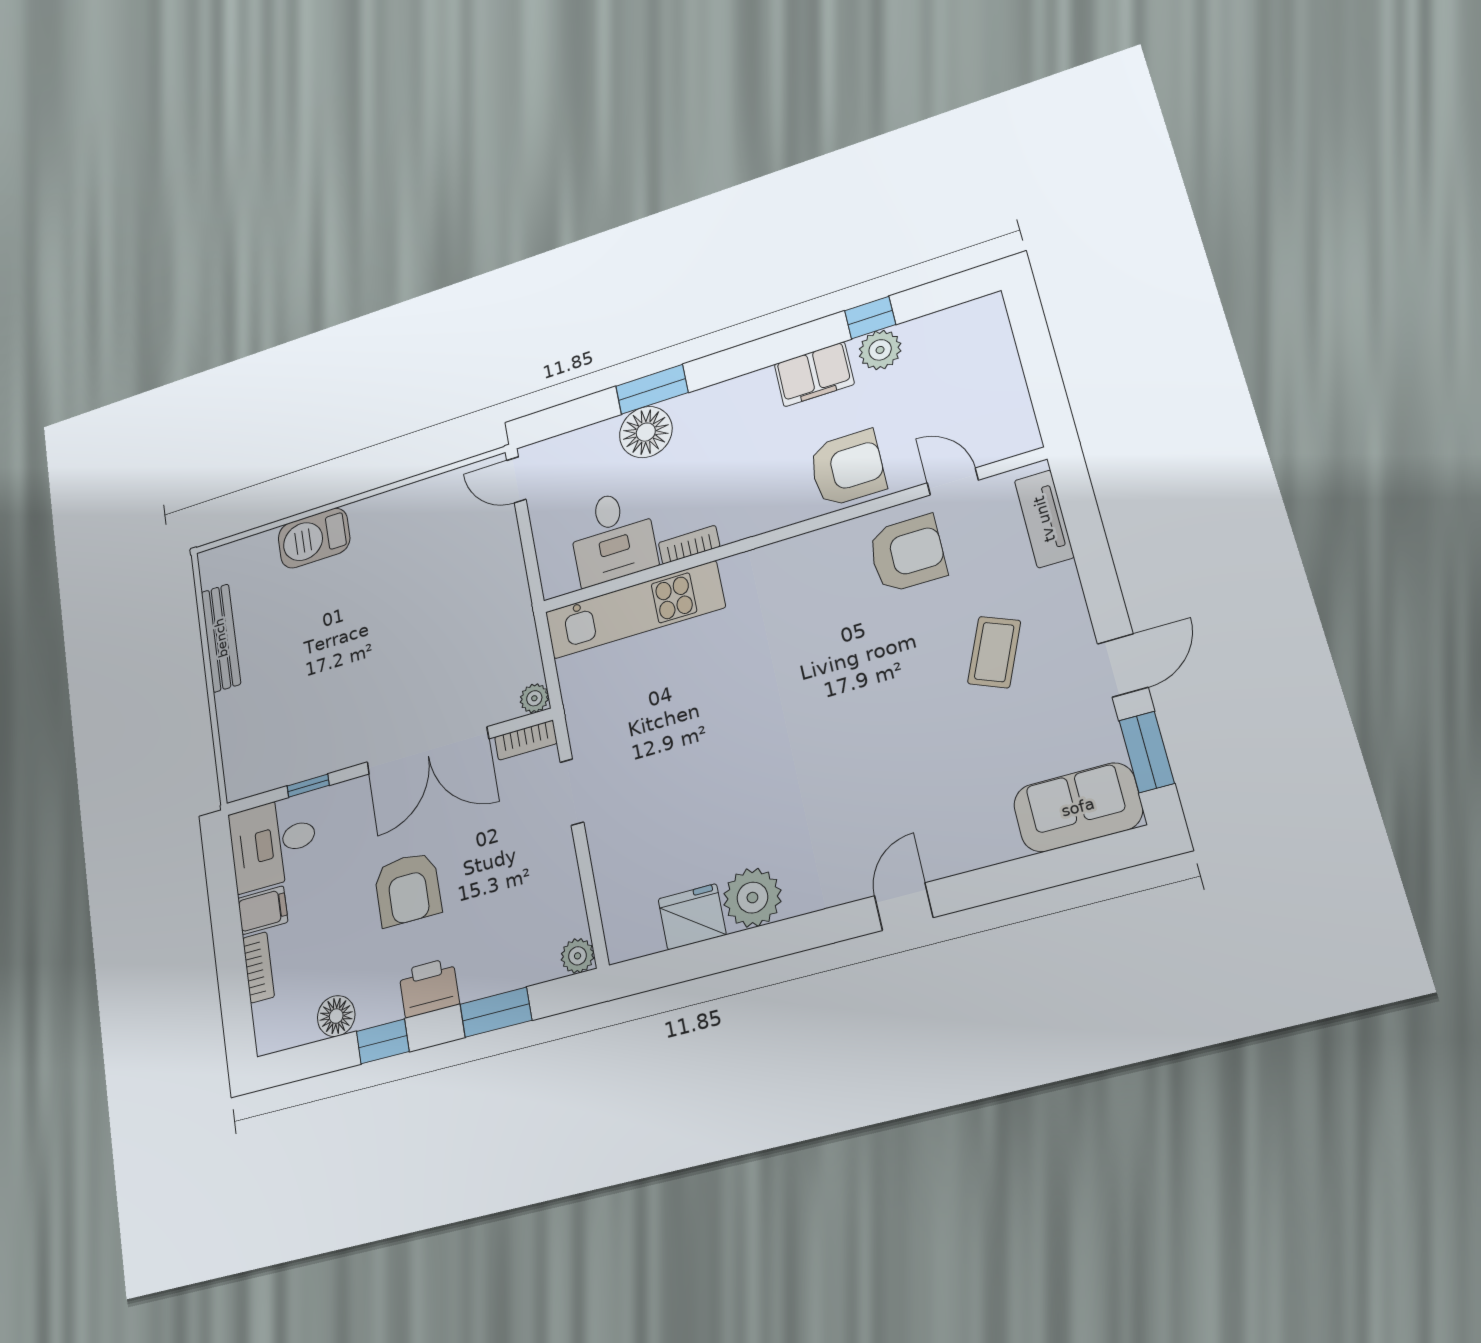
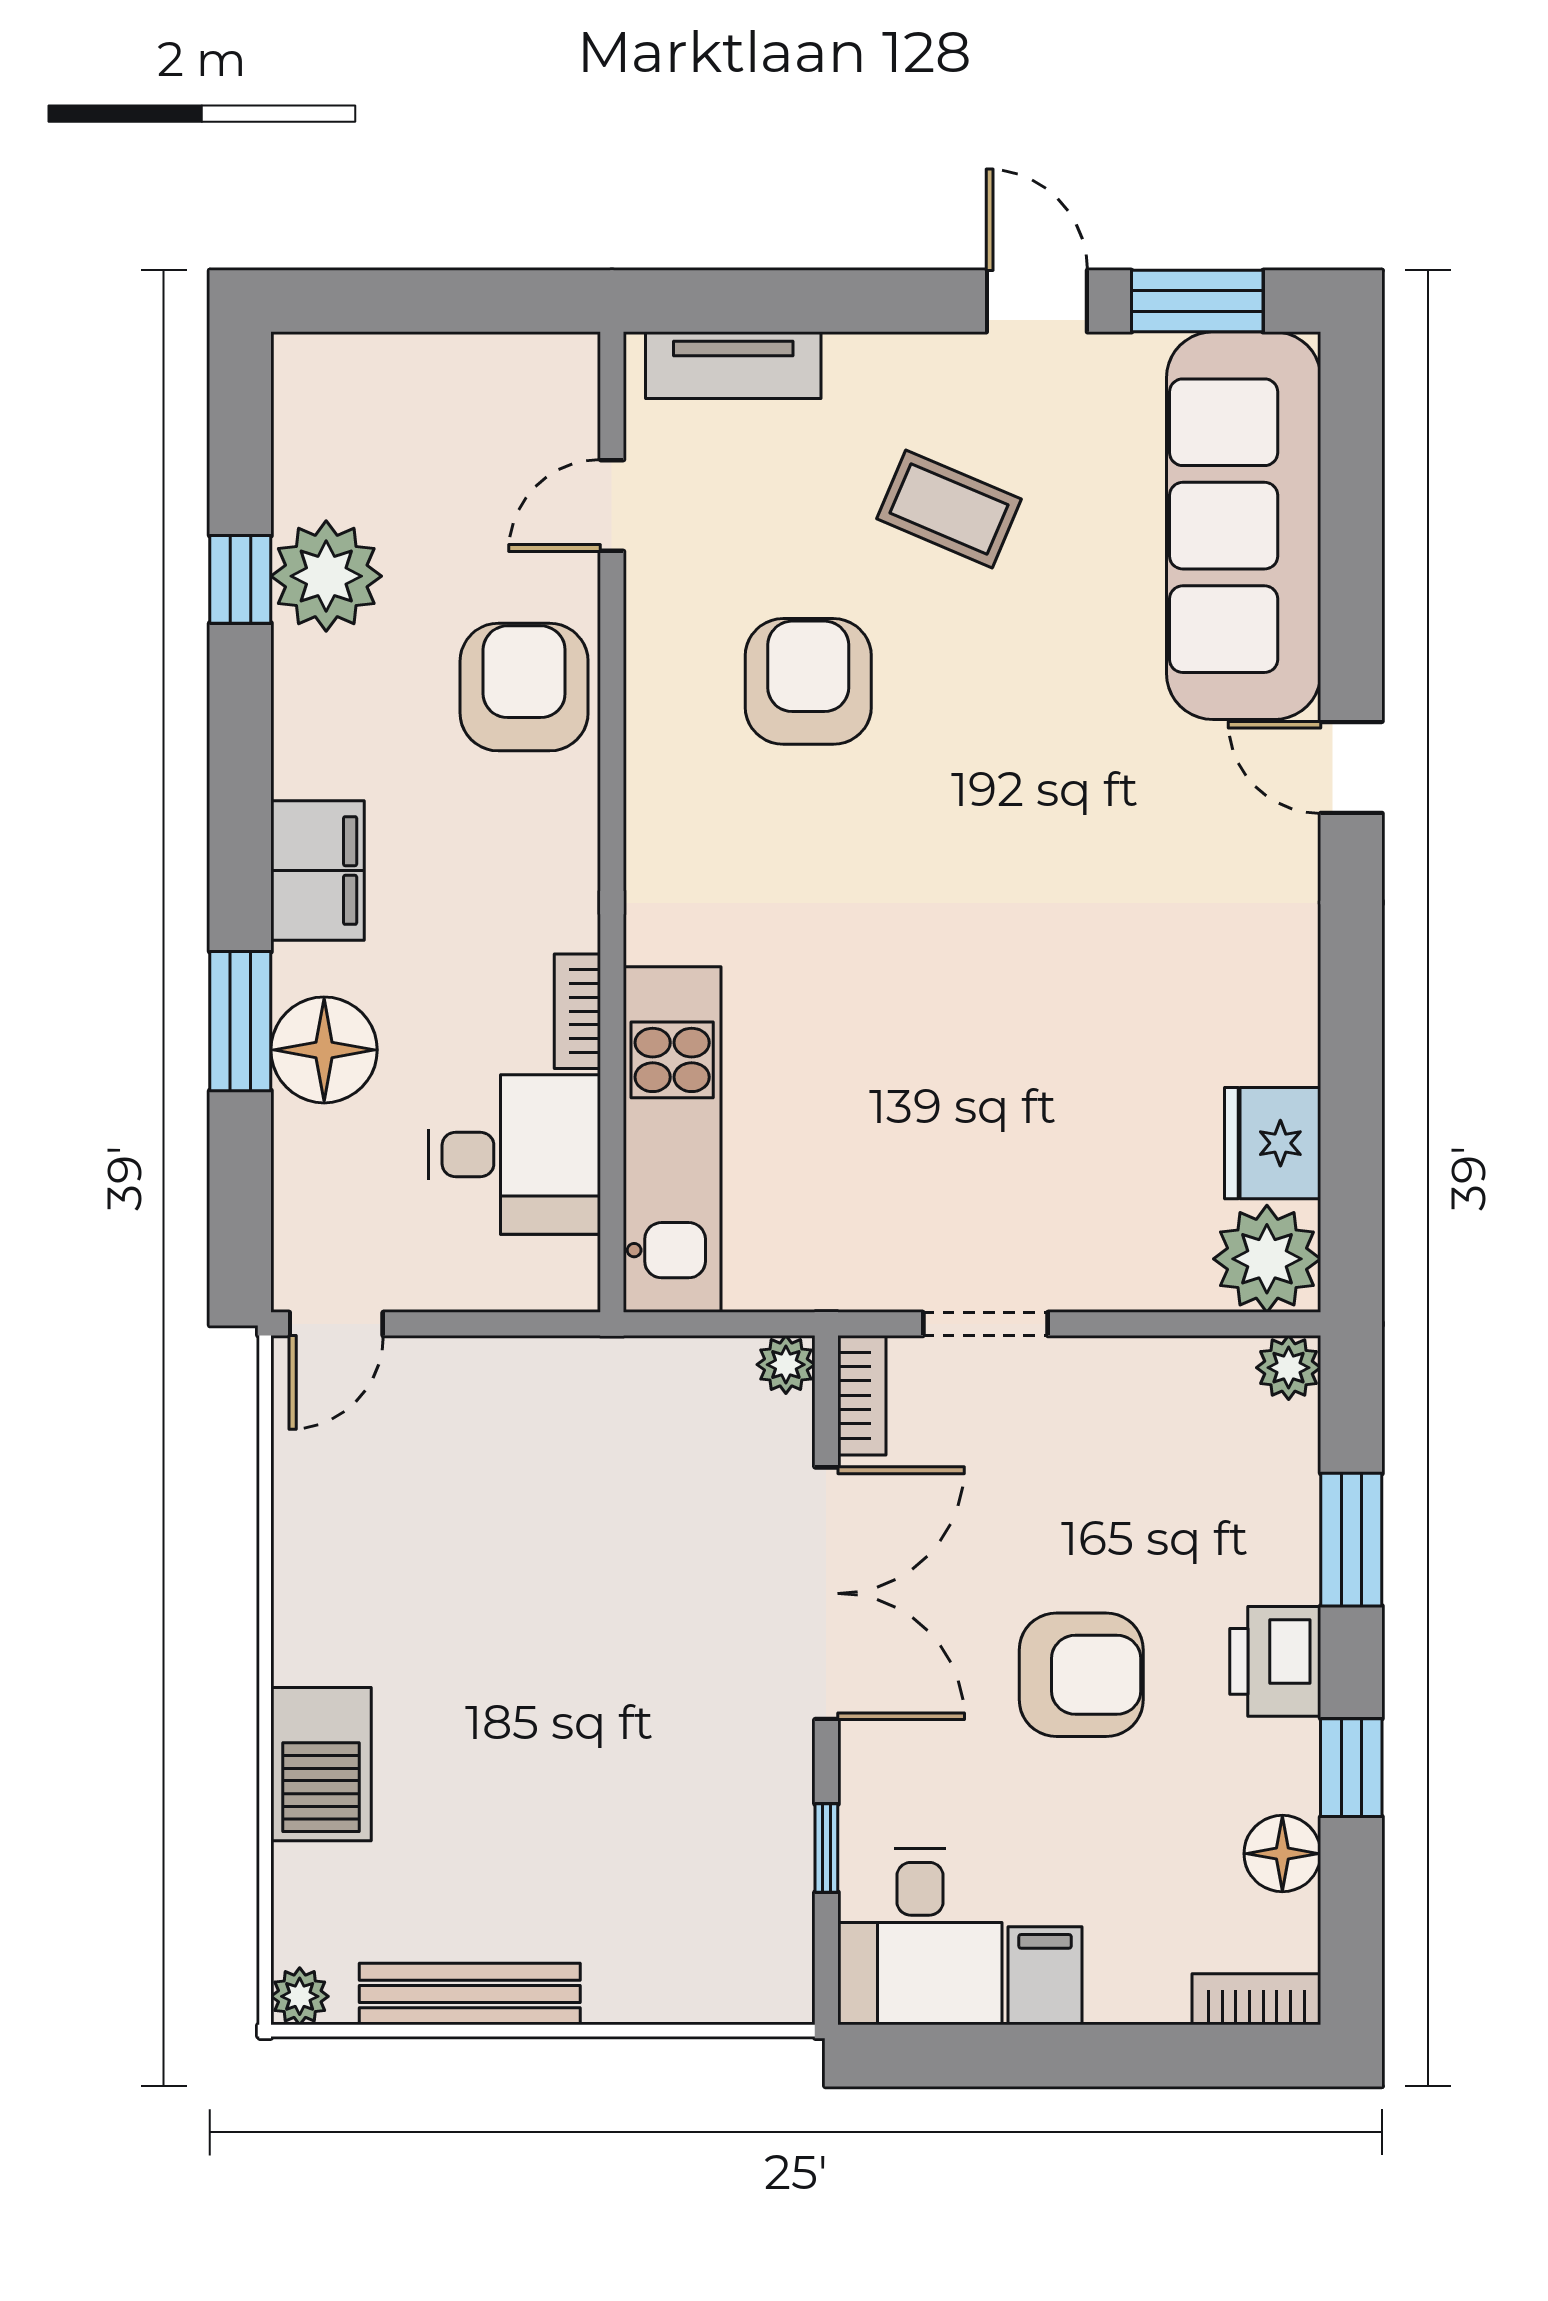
plant: (880, 350) -> (326, 576), width x1.36, depth x1.36
filing cabinet: (814, 374) -> (318, 871), moved
armchair: (907, 554) -> (808, 681), moved
plant: (211, 562) -> (300, 1996), added
sofa: (1078, 807) -> (1244, 526), width x1.85, depth x1.27
plant: (752, 898) -> (1267, 1259), moved
bookcase: (258, 967) -> (1256, 1999), moved

